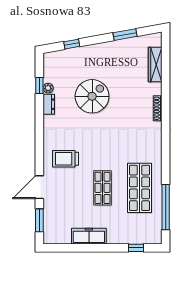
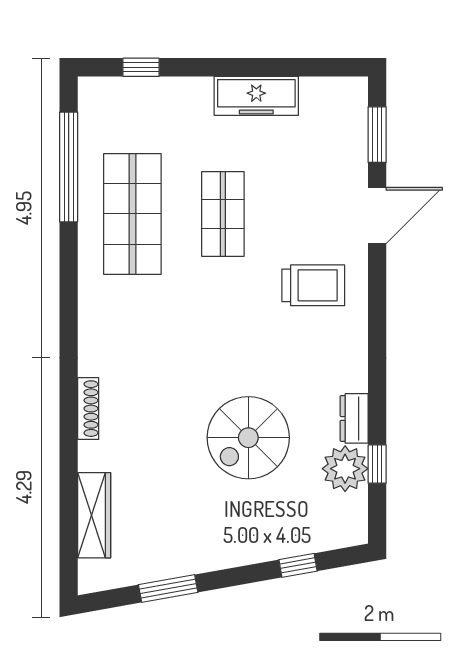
plant: (48, 88) -> (345, 469), width x1.88, depth x1.88

